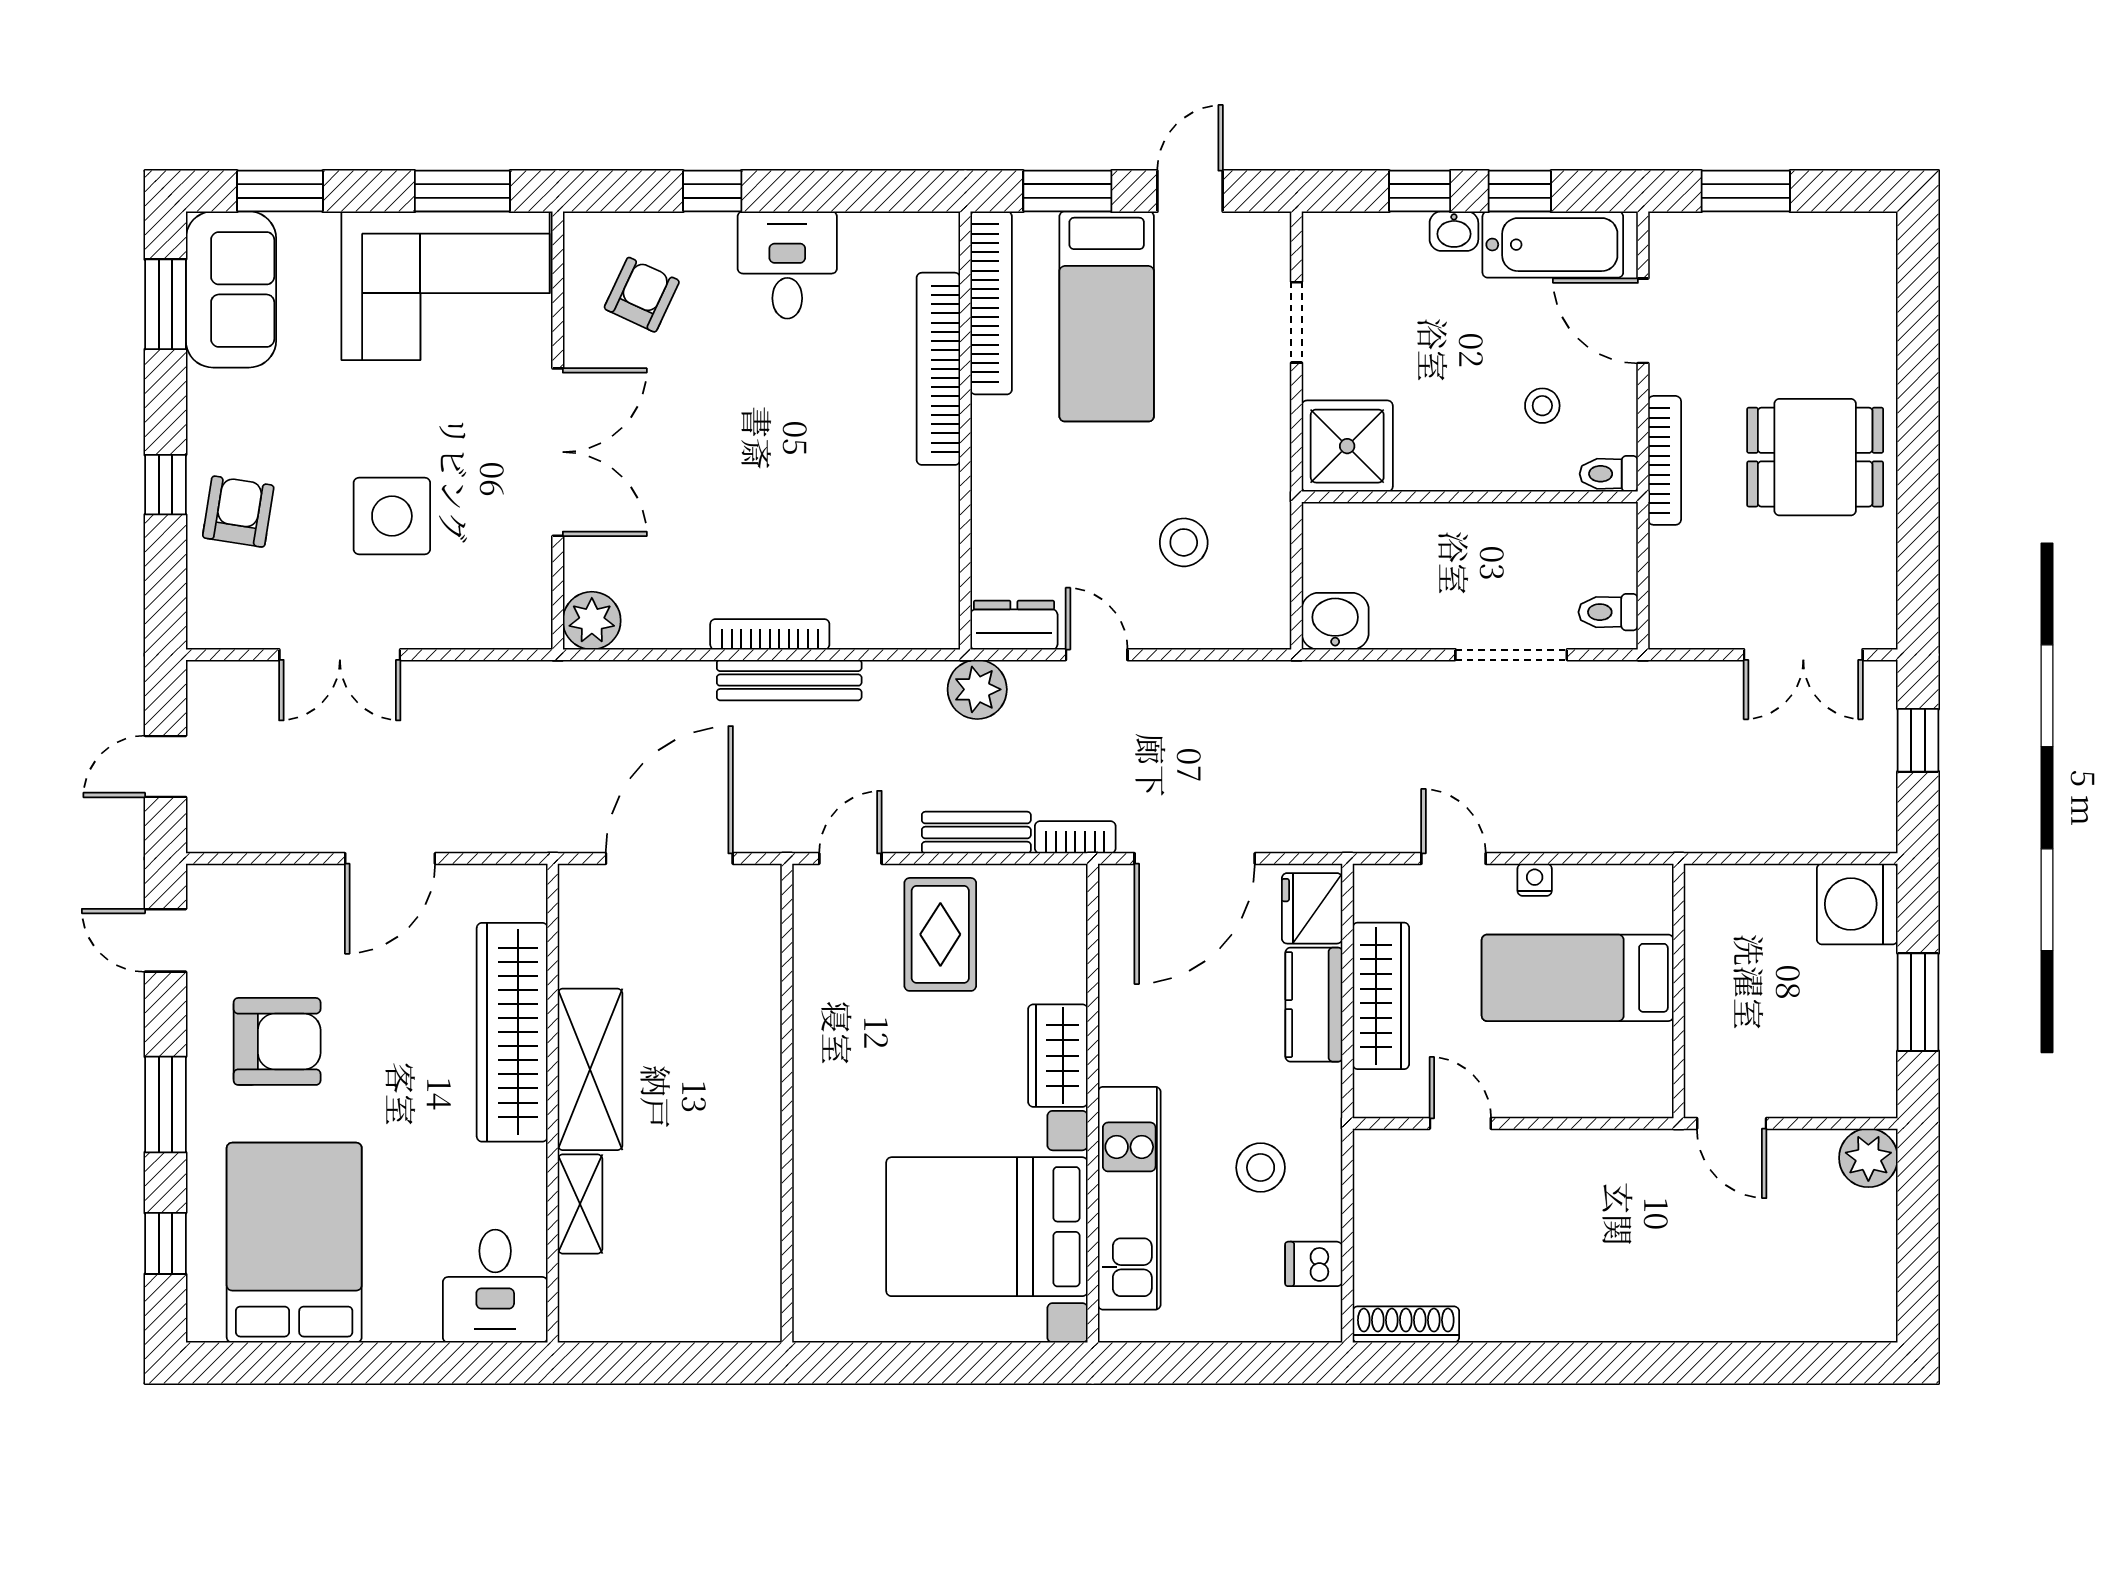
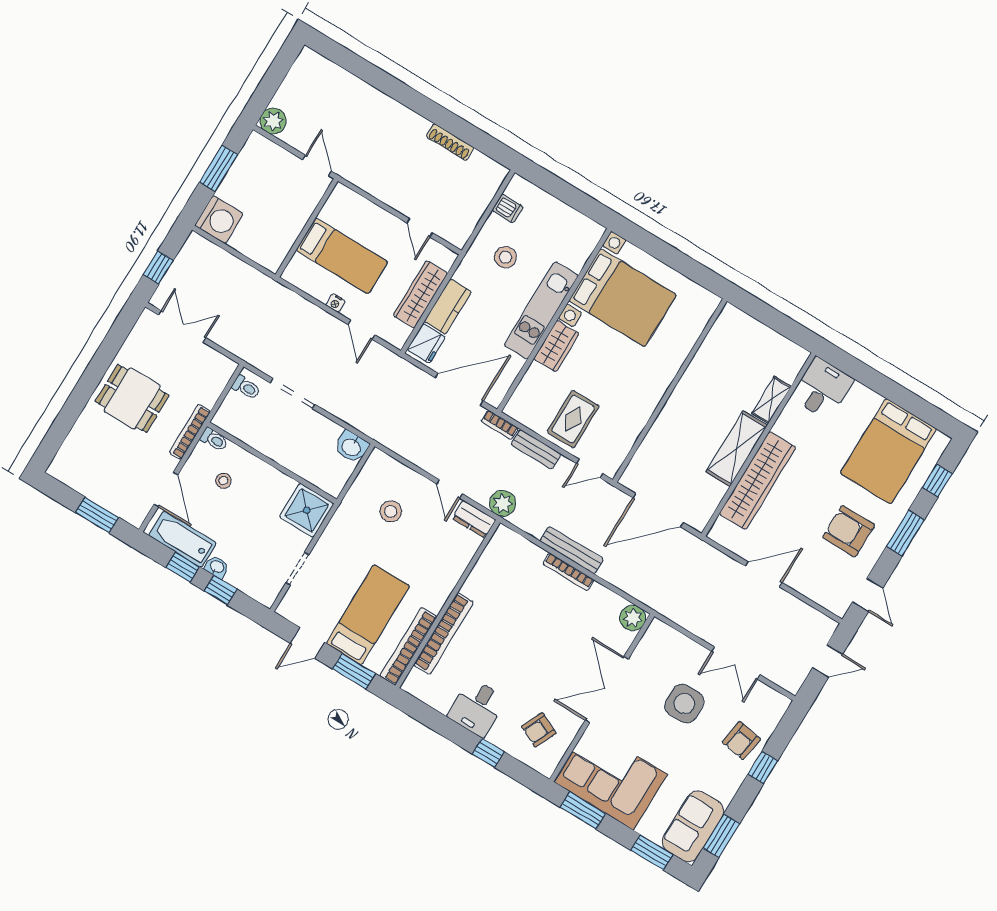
double door: (340, 655) -> (736, 663), swing flipped
kitchen unit: (1129, 1198) -> (541, 310), moved
shoe rack: (1406, 1324) -> (450, 142), moved

